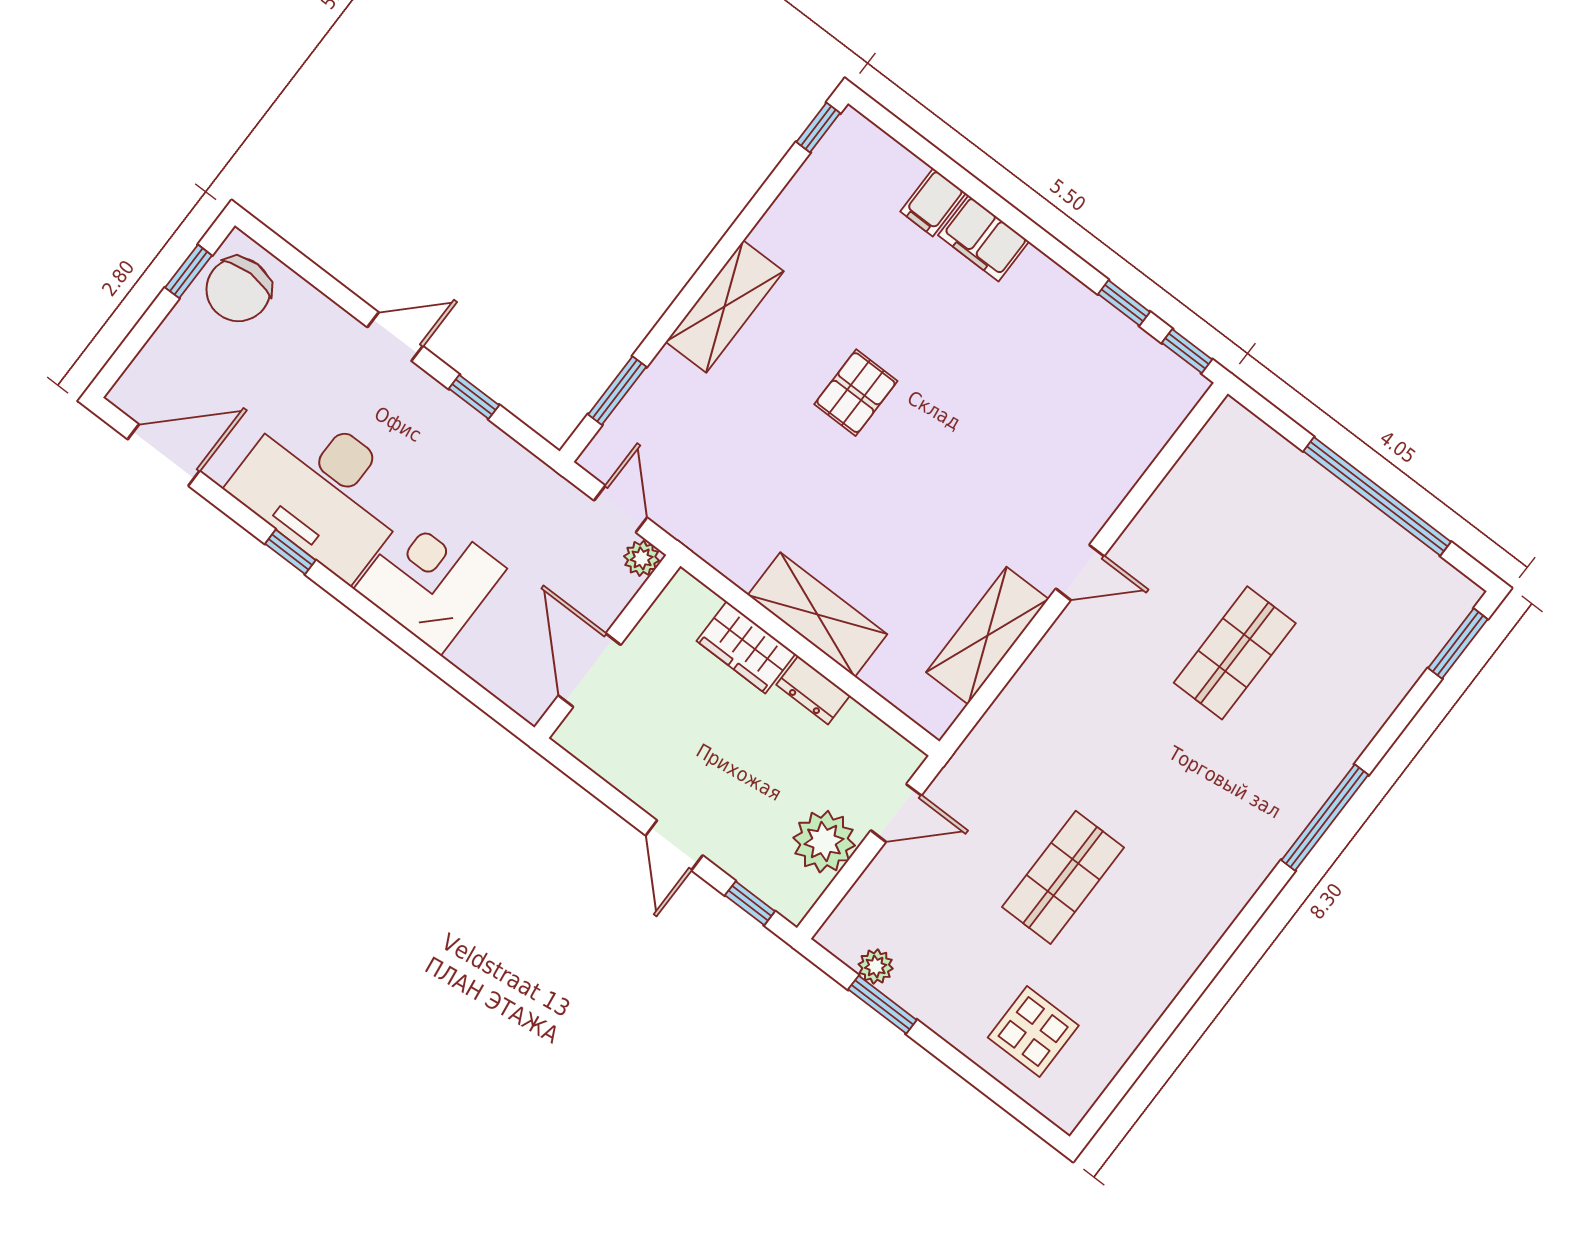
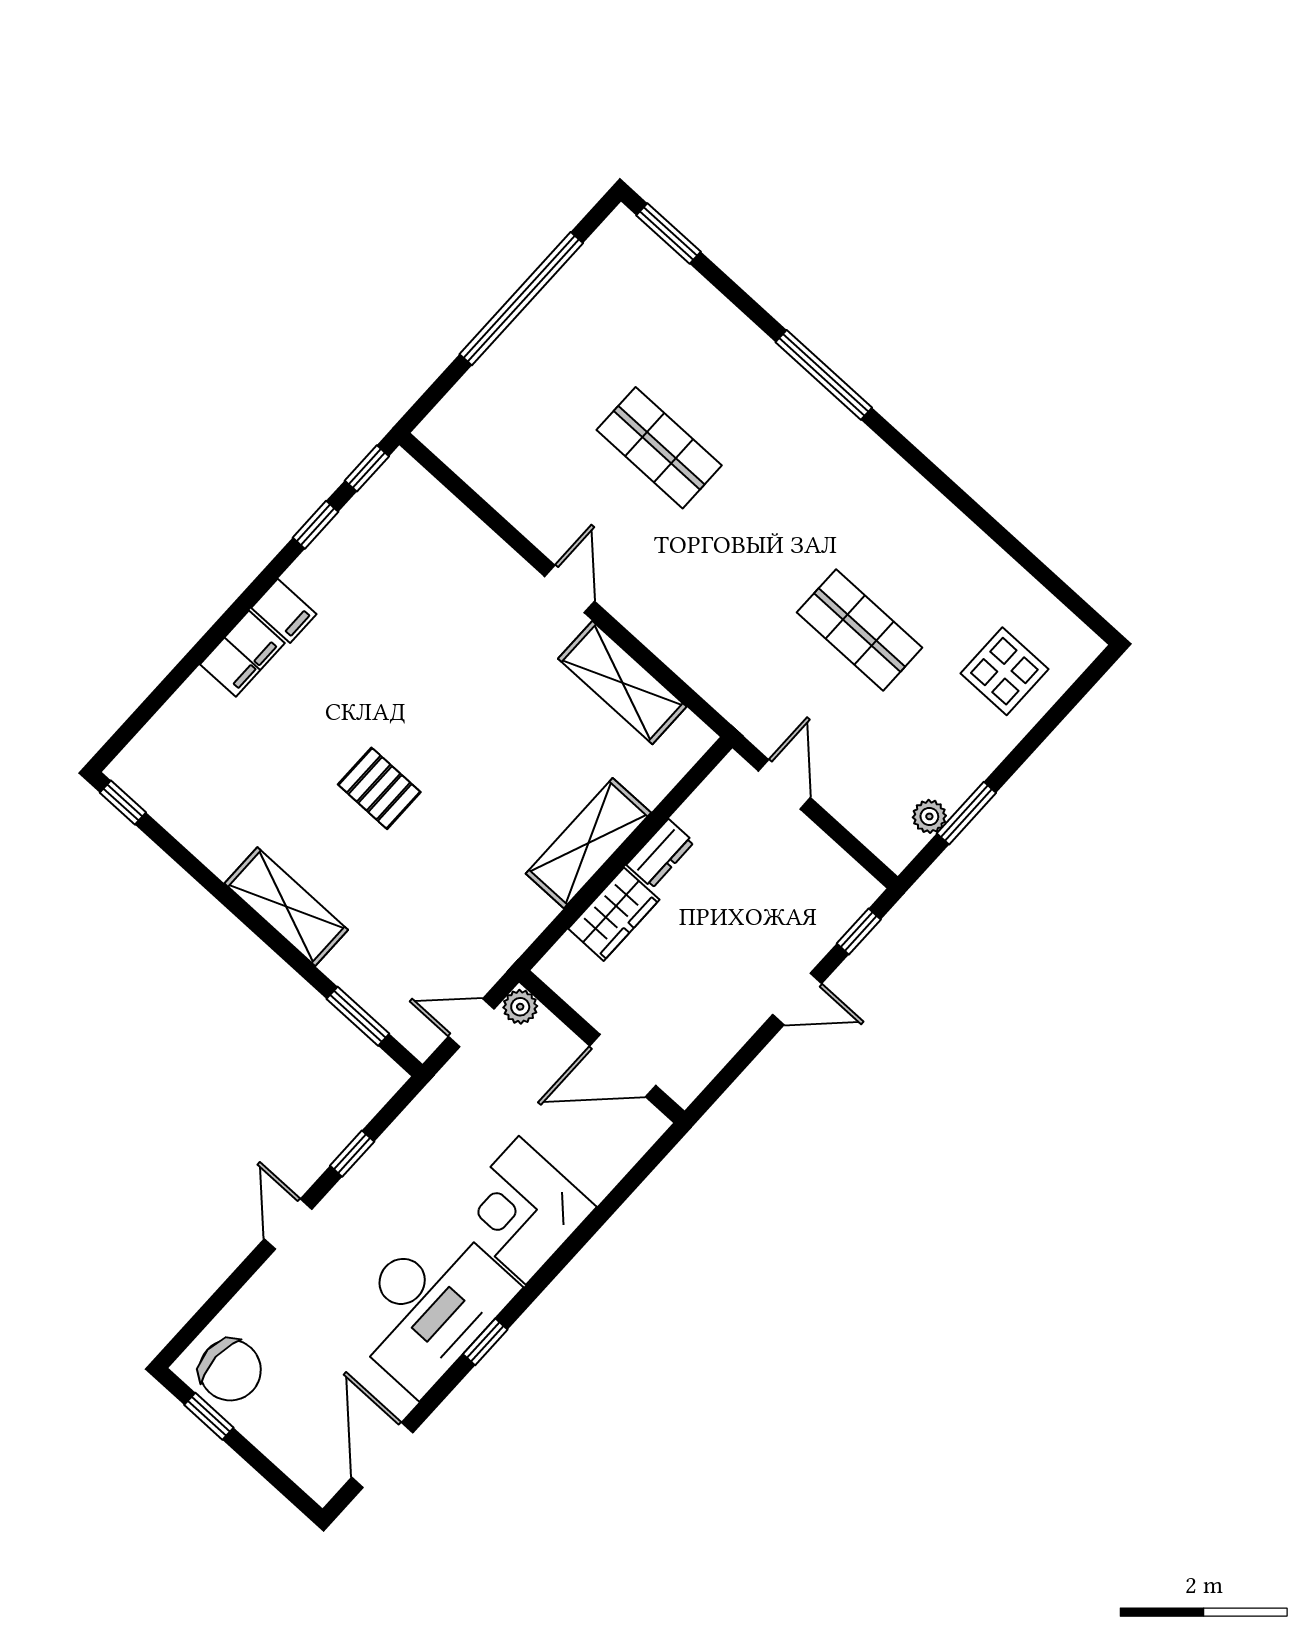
filing cabinet: (933, 202) -> (284, 611), moved
plant: (824, 842) -> (806, 856), removed

